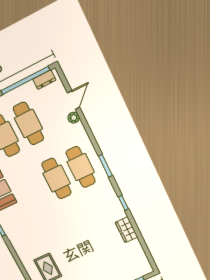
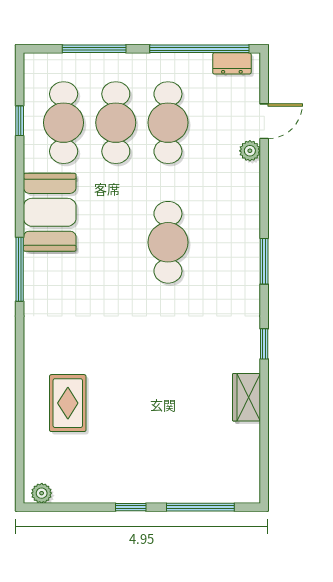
cafe table: (81, 167) -> (220, 242), removed

